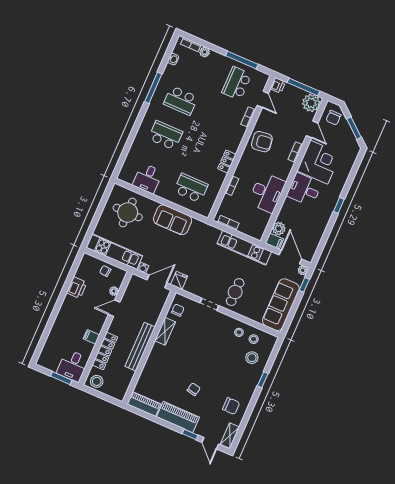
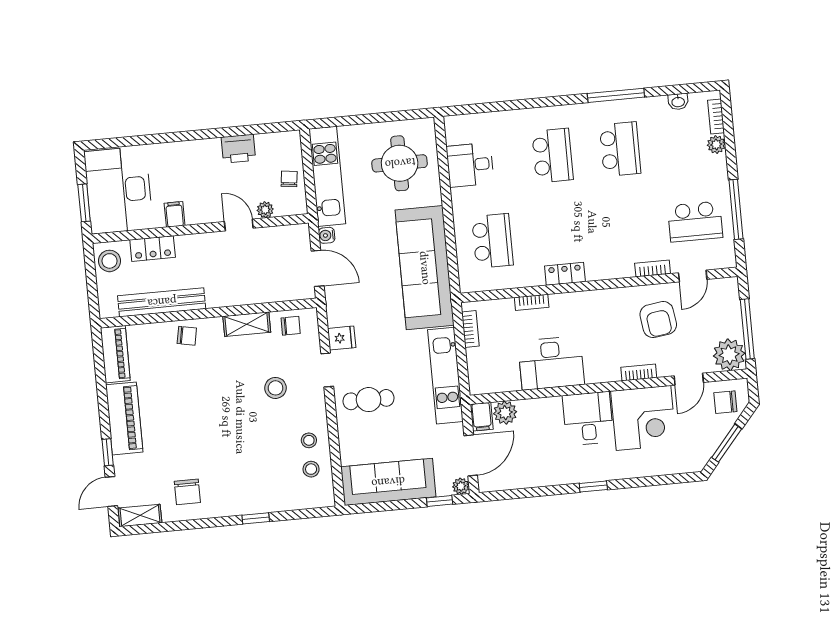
school desk: (237, 83) -> (695, 222), turned 180
printer: (278, 85) -> (728, 287), removed
school desk: (181, 100) -> (620, 149), turned 180
armchair: (262, 142) -> (658, 320), moved
sofa: (173, 220) -> (425, 268), width x1.85, depth x1.27
fridge: (179, 280) -> (342, 338), moved
bench: (140, 347) -> (162, 302), moved
locker: (105, 351) -> (153, 249), width x0.66
stool: (252, 358) -> (275, 388), moved
desk: (73, 366) -> (119, 190), width x1.87, depth x1.30
chair: (194, 389) -> (187, 336), moved

